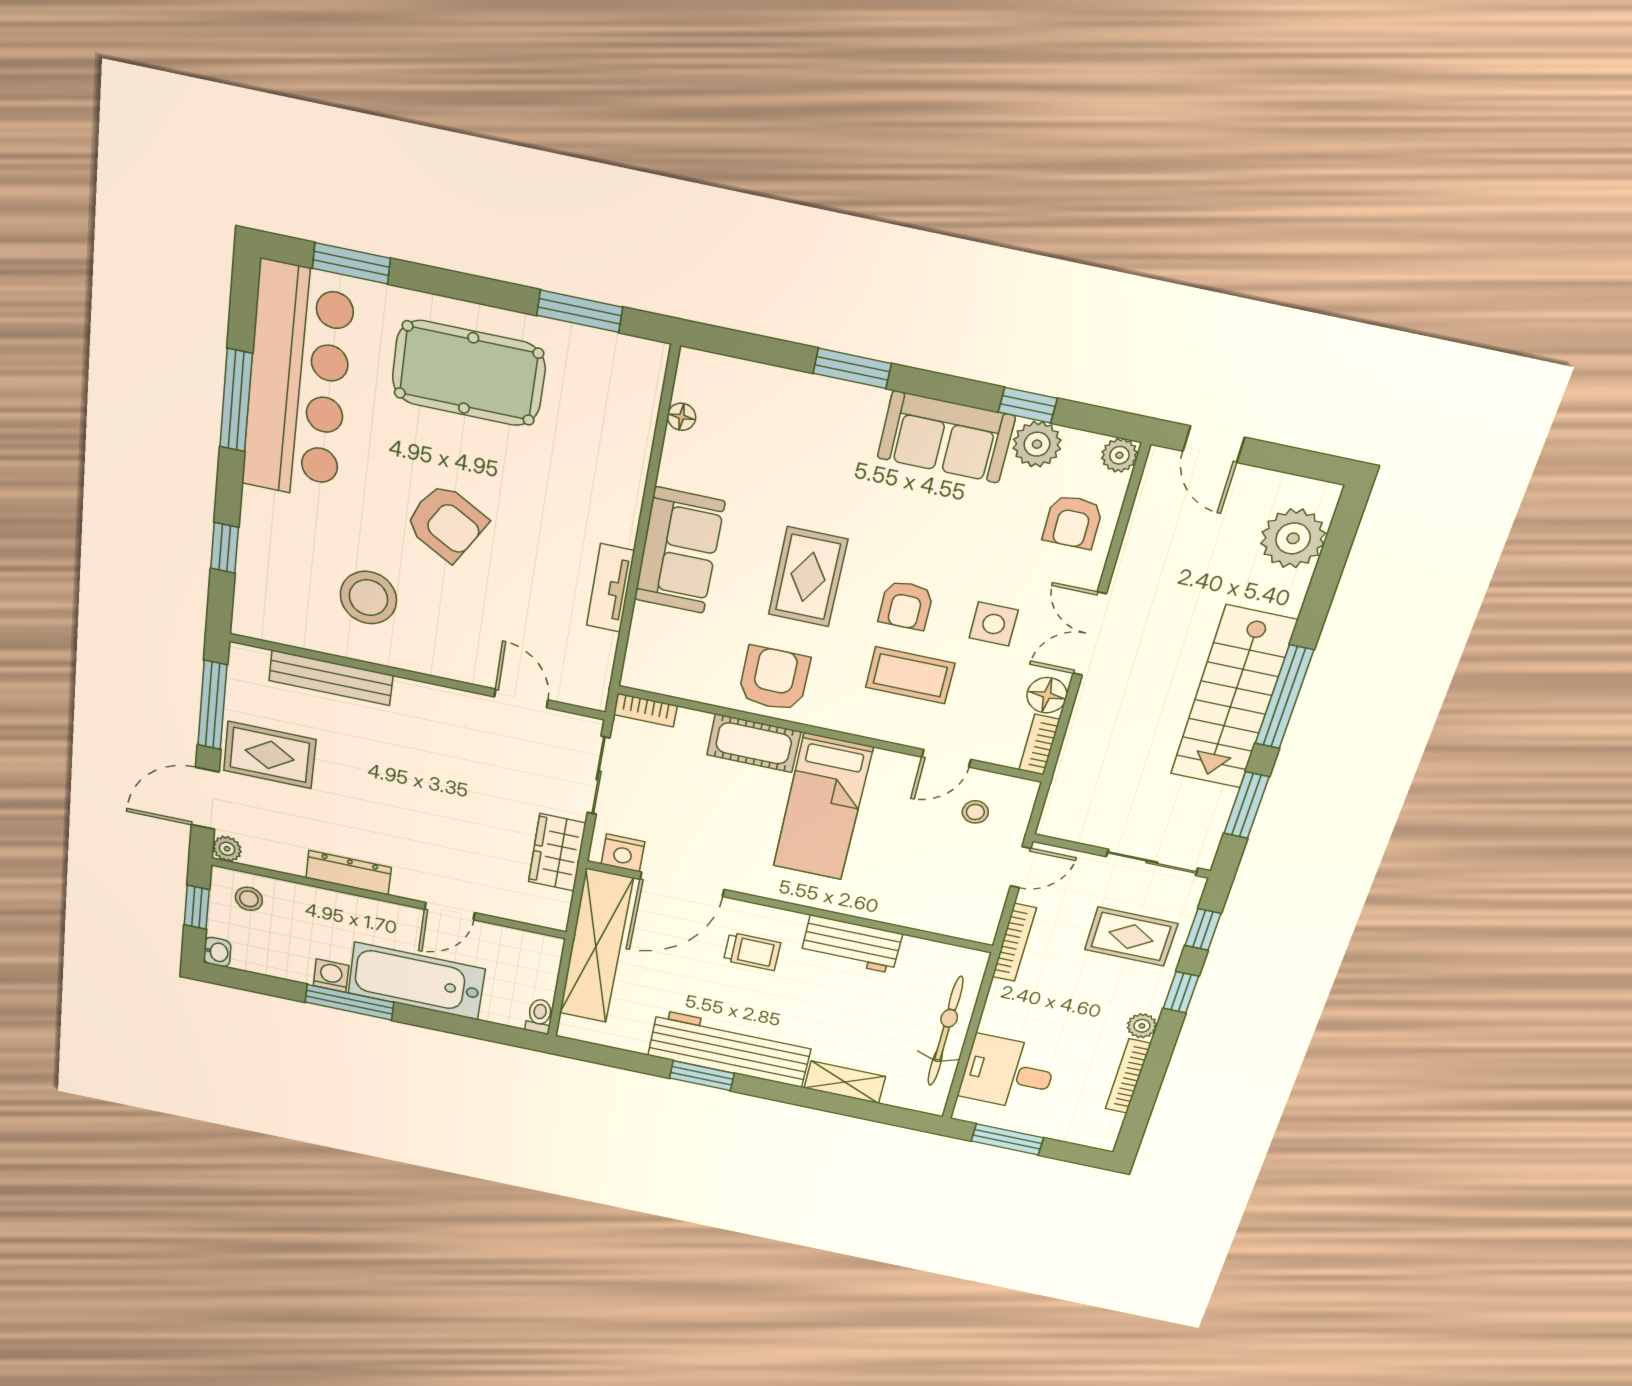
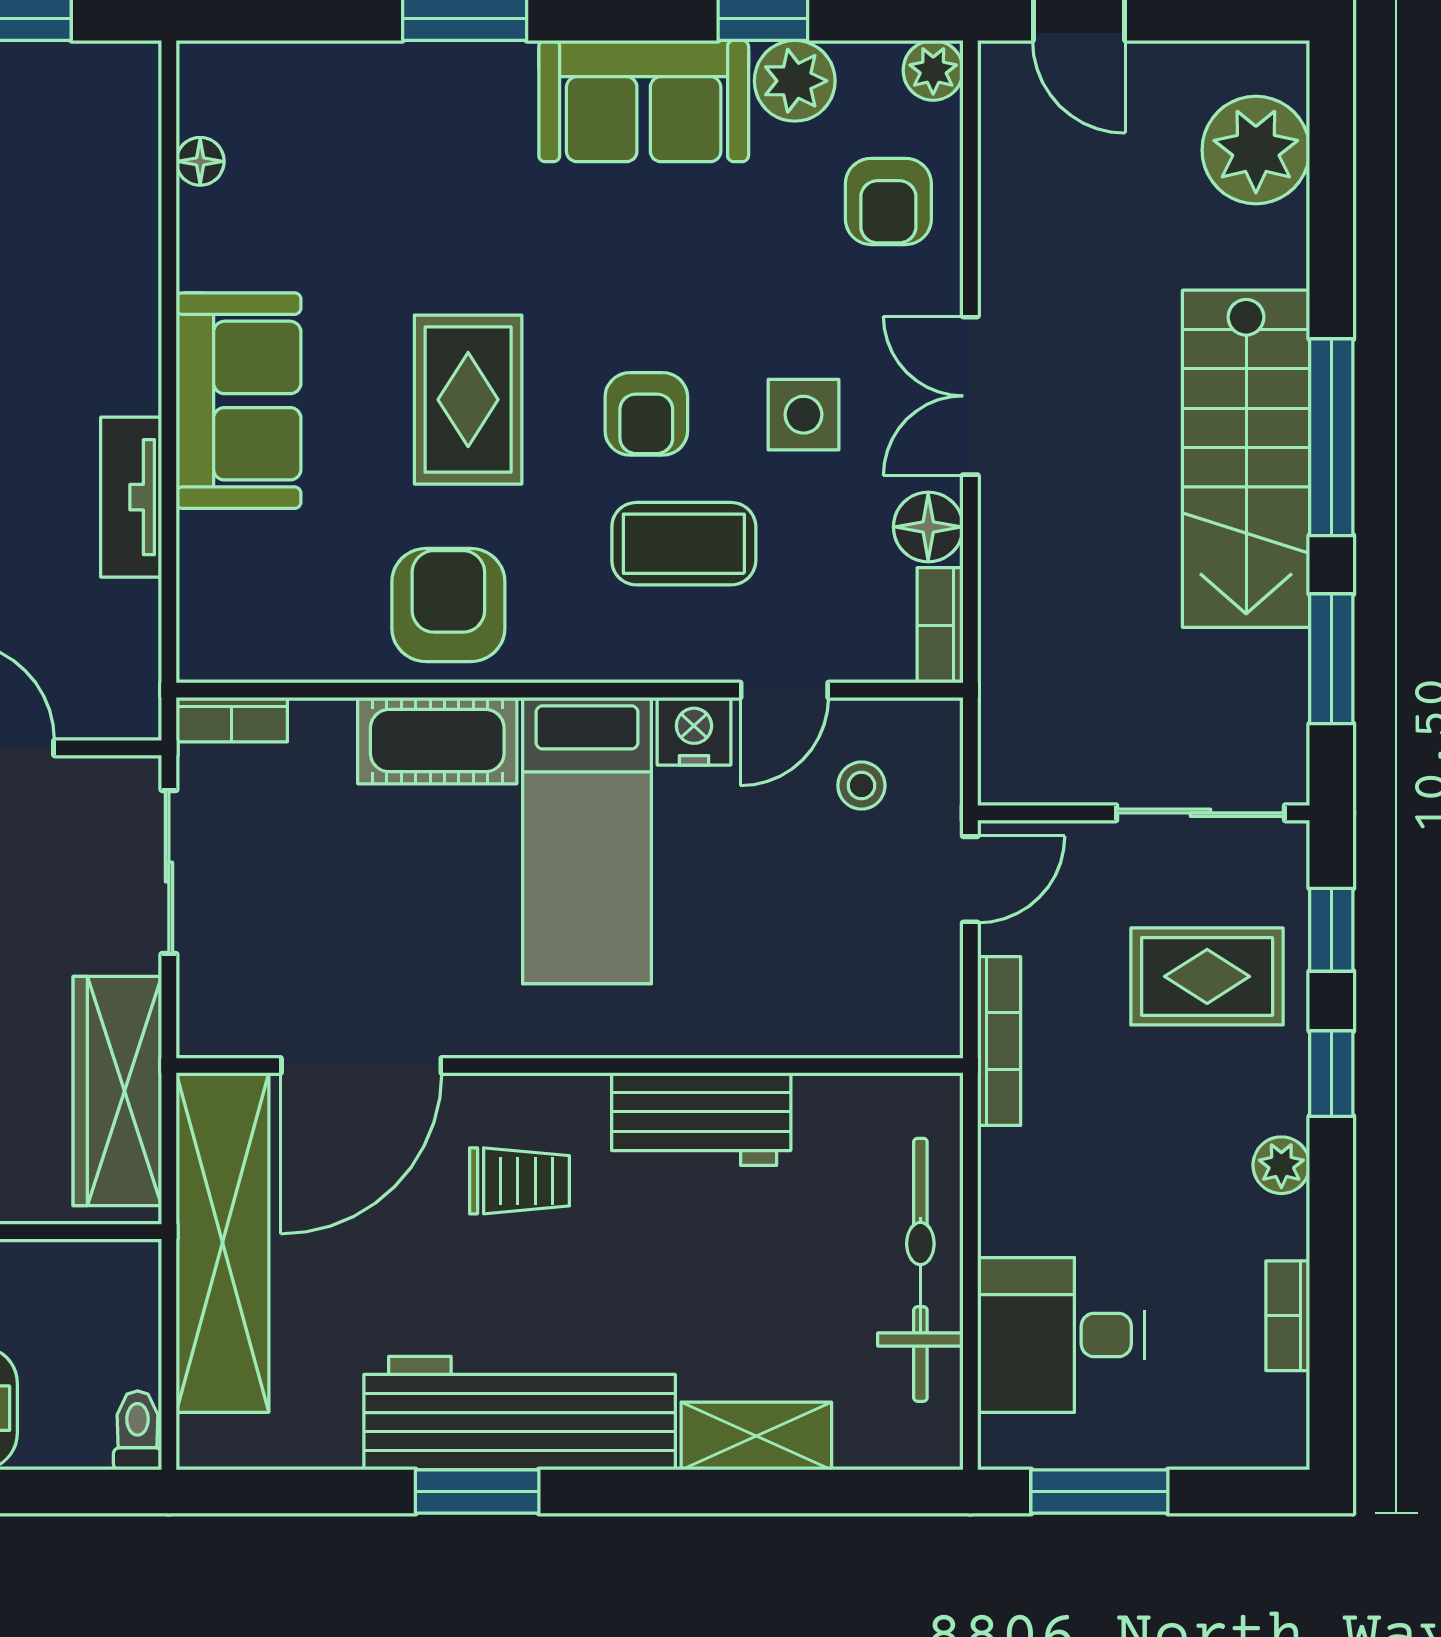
wardrobe: (557, 852) -> (117, 1091), width x1.50
nightstand: (623, 853) -> (694, 731), moved, turned 180
bookcase: (1128, 1076) -> (1288, 1316), width x0.64

